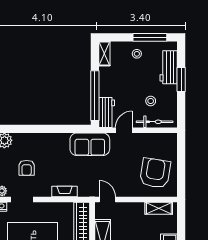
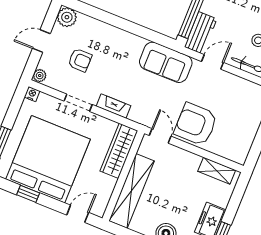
armchair: (27, 168) -> (80, 60), turned -90
armchair: (155, 173) -> (196, 124), moved, turned -99
doorway: (22, 199) -> (78, 103), moved

